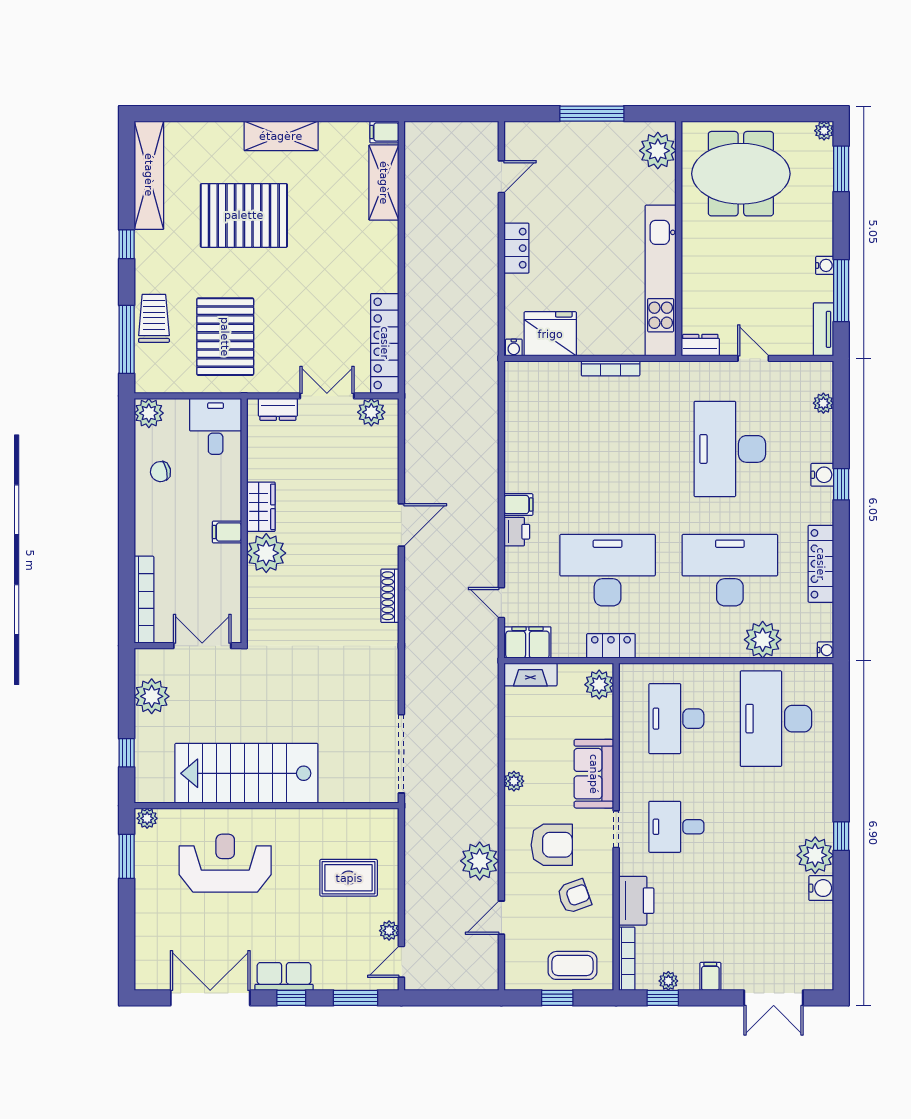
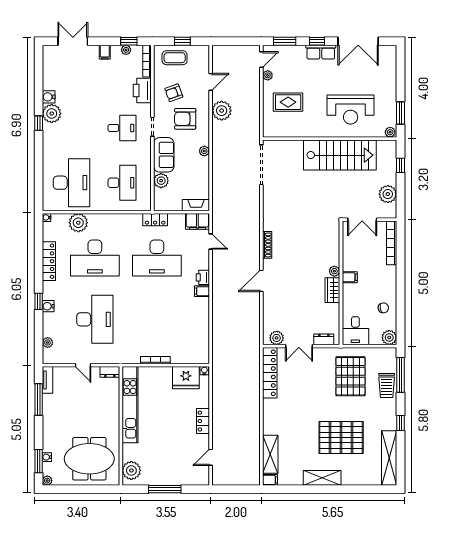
water cooler: (825, 265) -> (47, 457), moved
plant: (266, 553) -> (334, 271), width x0.53, depth x0.53
plant: (599, 685) -> (161, 181), moved

